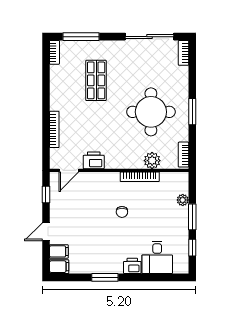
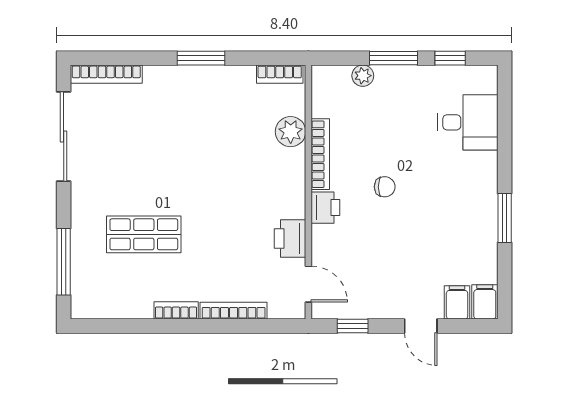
bookcase: (54, 52) -> (176, 310), moved
bookcase: (184, 53) -> (106, 74), width x1.56
round table: (151, 112) -> (201, 134), removed
printer: (132, 266) -> (325, 208), moved, turned 180

